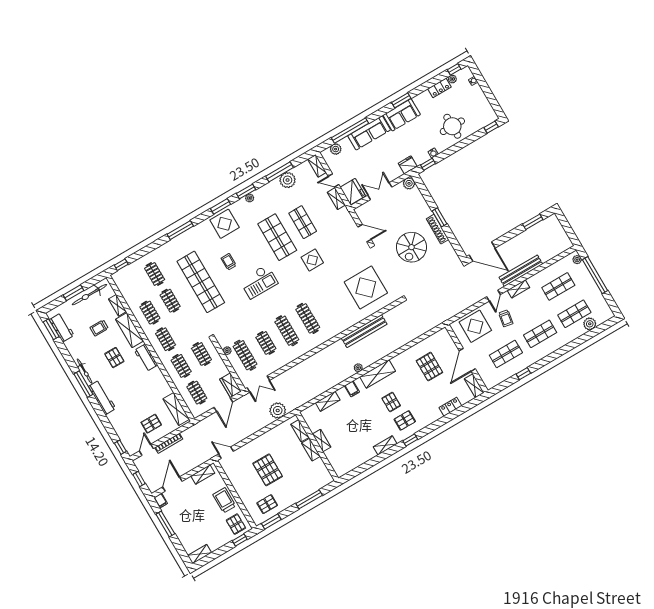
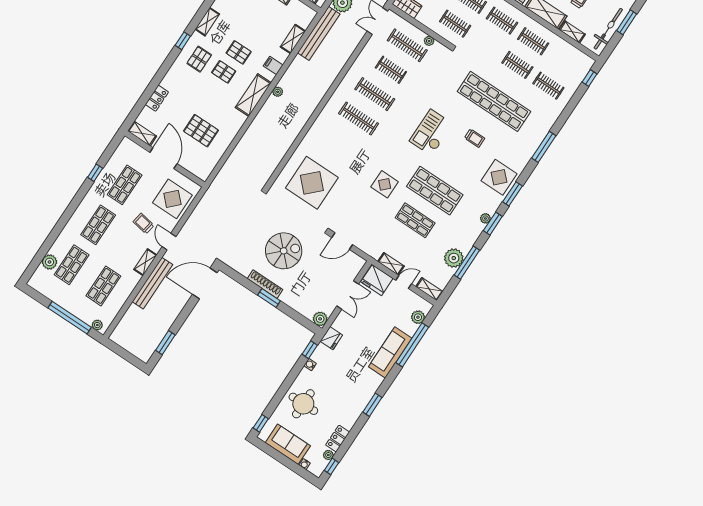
sofa: (402, 115) -> (288, 444), moved, turned 90
spiral stairs: (411, 247) -> (284, 251), turned 90
bench: (364, 331) -> (319, 33), moved
pallet: (373, 411) -> (239, 52), added

